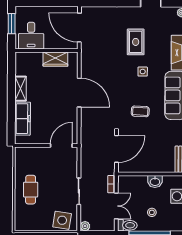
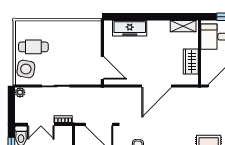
shelving: (21, 89) -> (183, 26), moved
cafe table: (31, 190) -> (33, 47), moved

